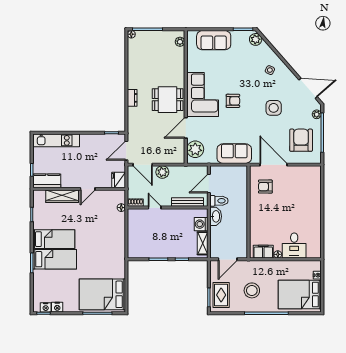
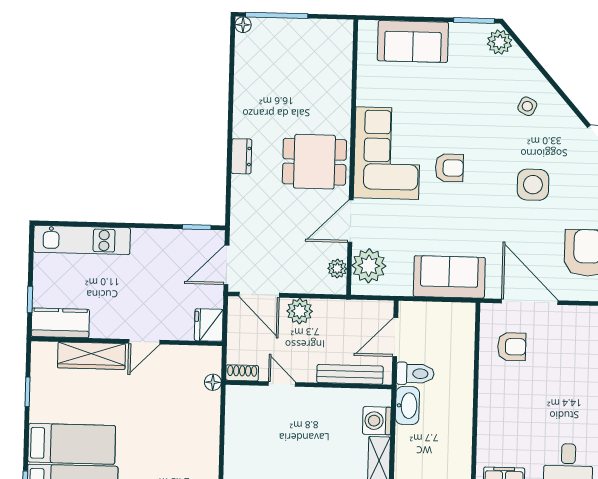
plant: (180, 42) -> (337, 269), moved
armchair: (265, 187) -> (512, 347), turned 180

